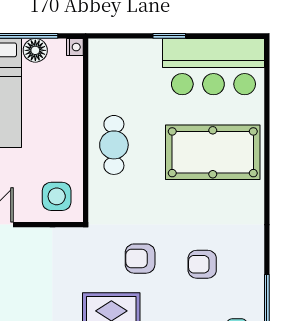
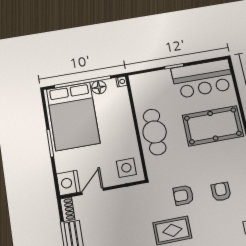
cafe table: (114, 145) -> (155, 132), width x1.37, depth x1.35
armchair: (202, 264) -> (221, 192), turned 90

